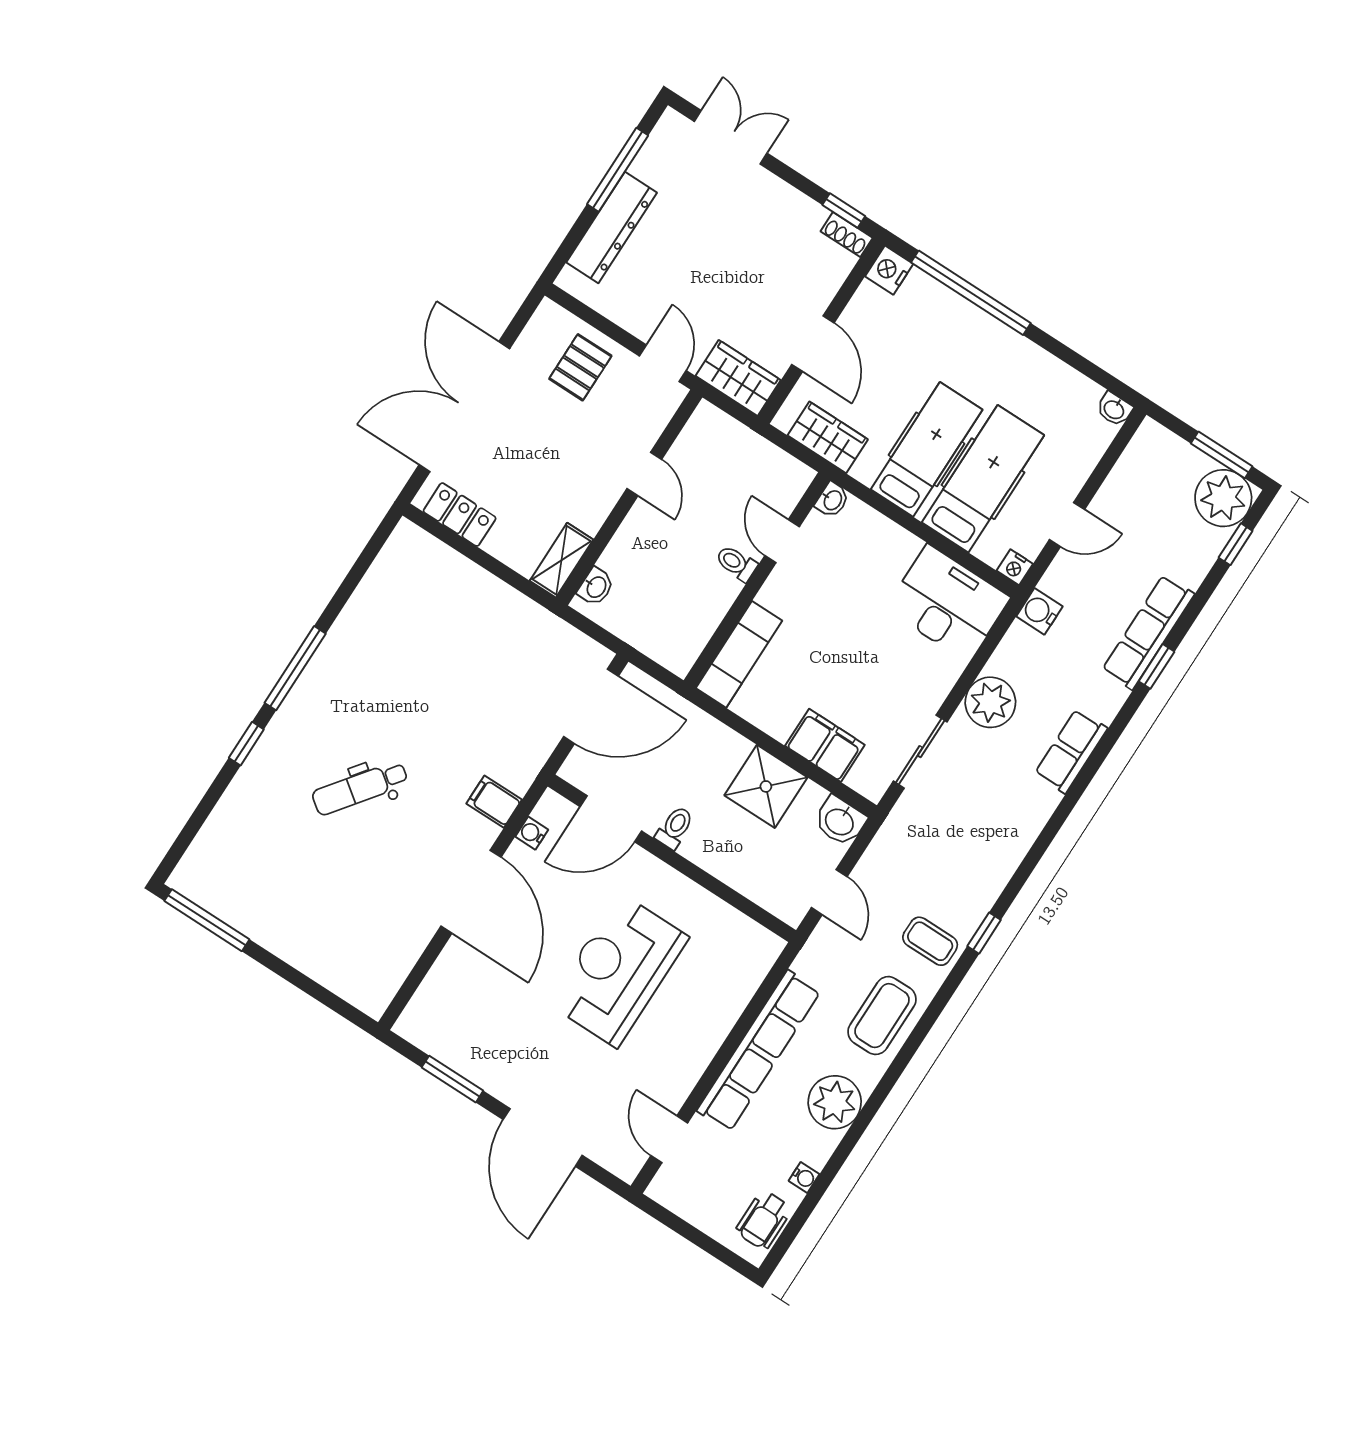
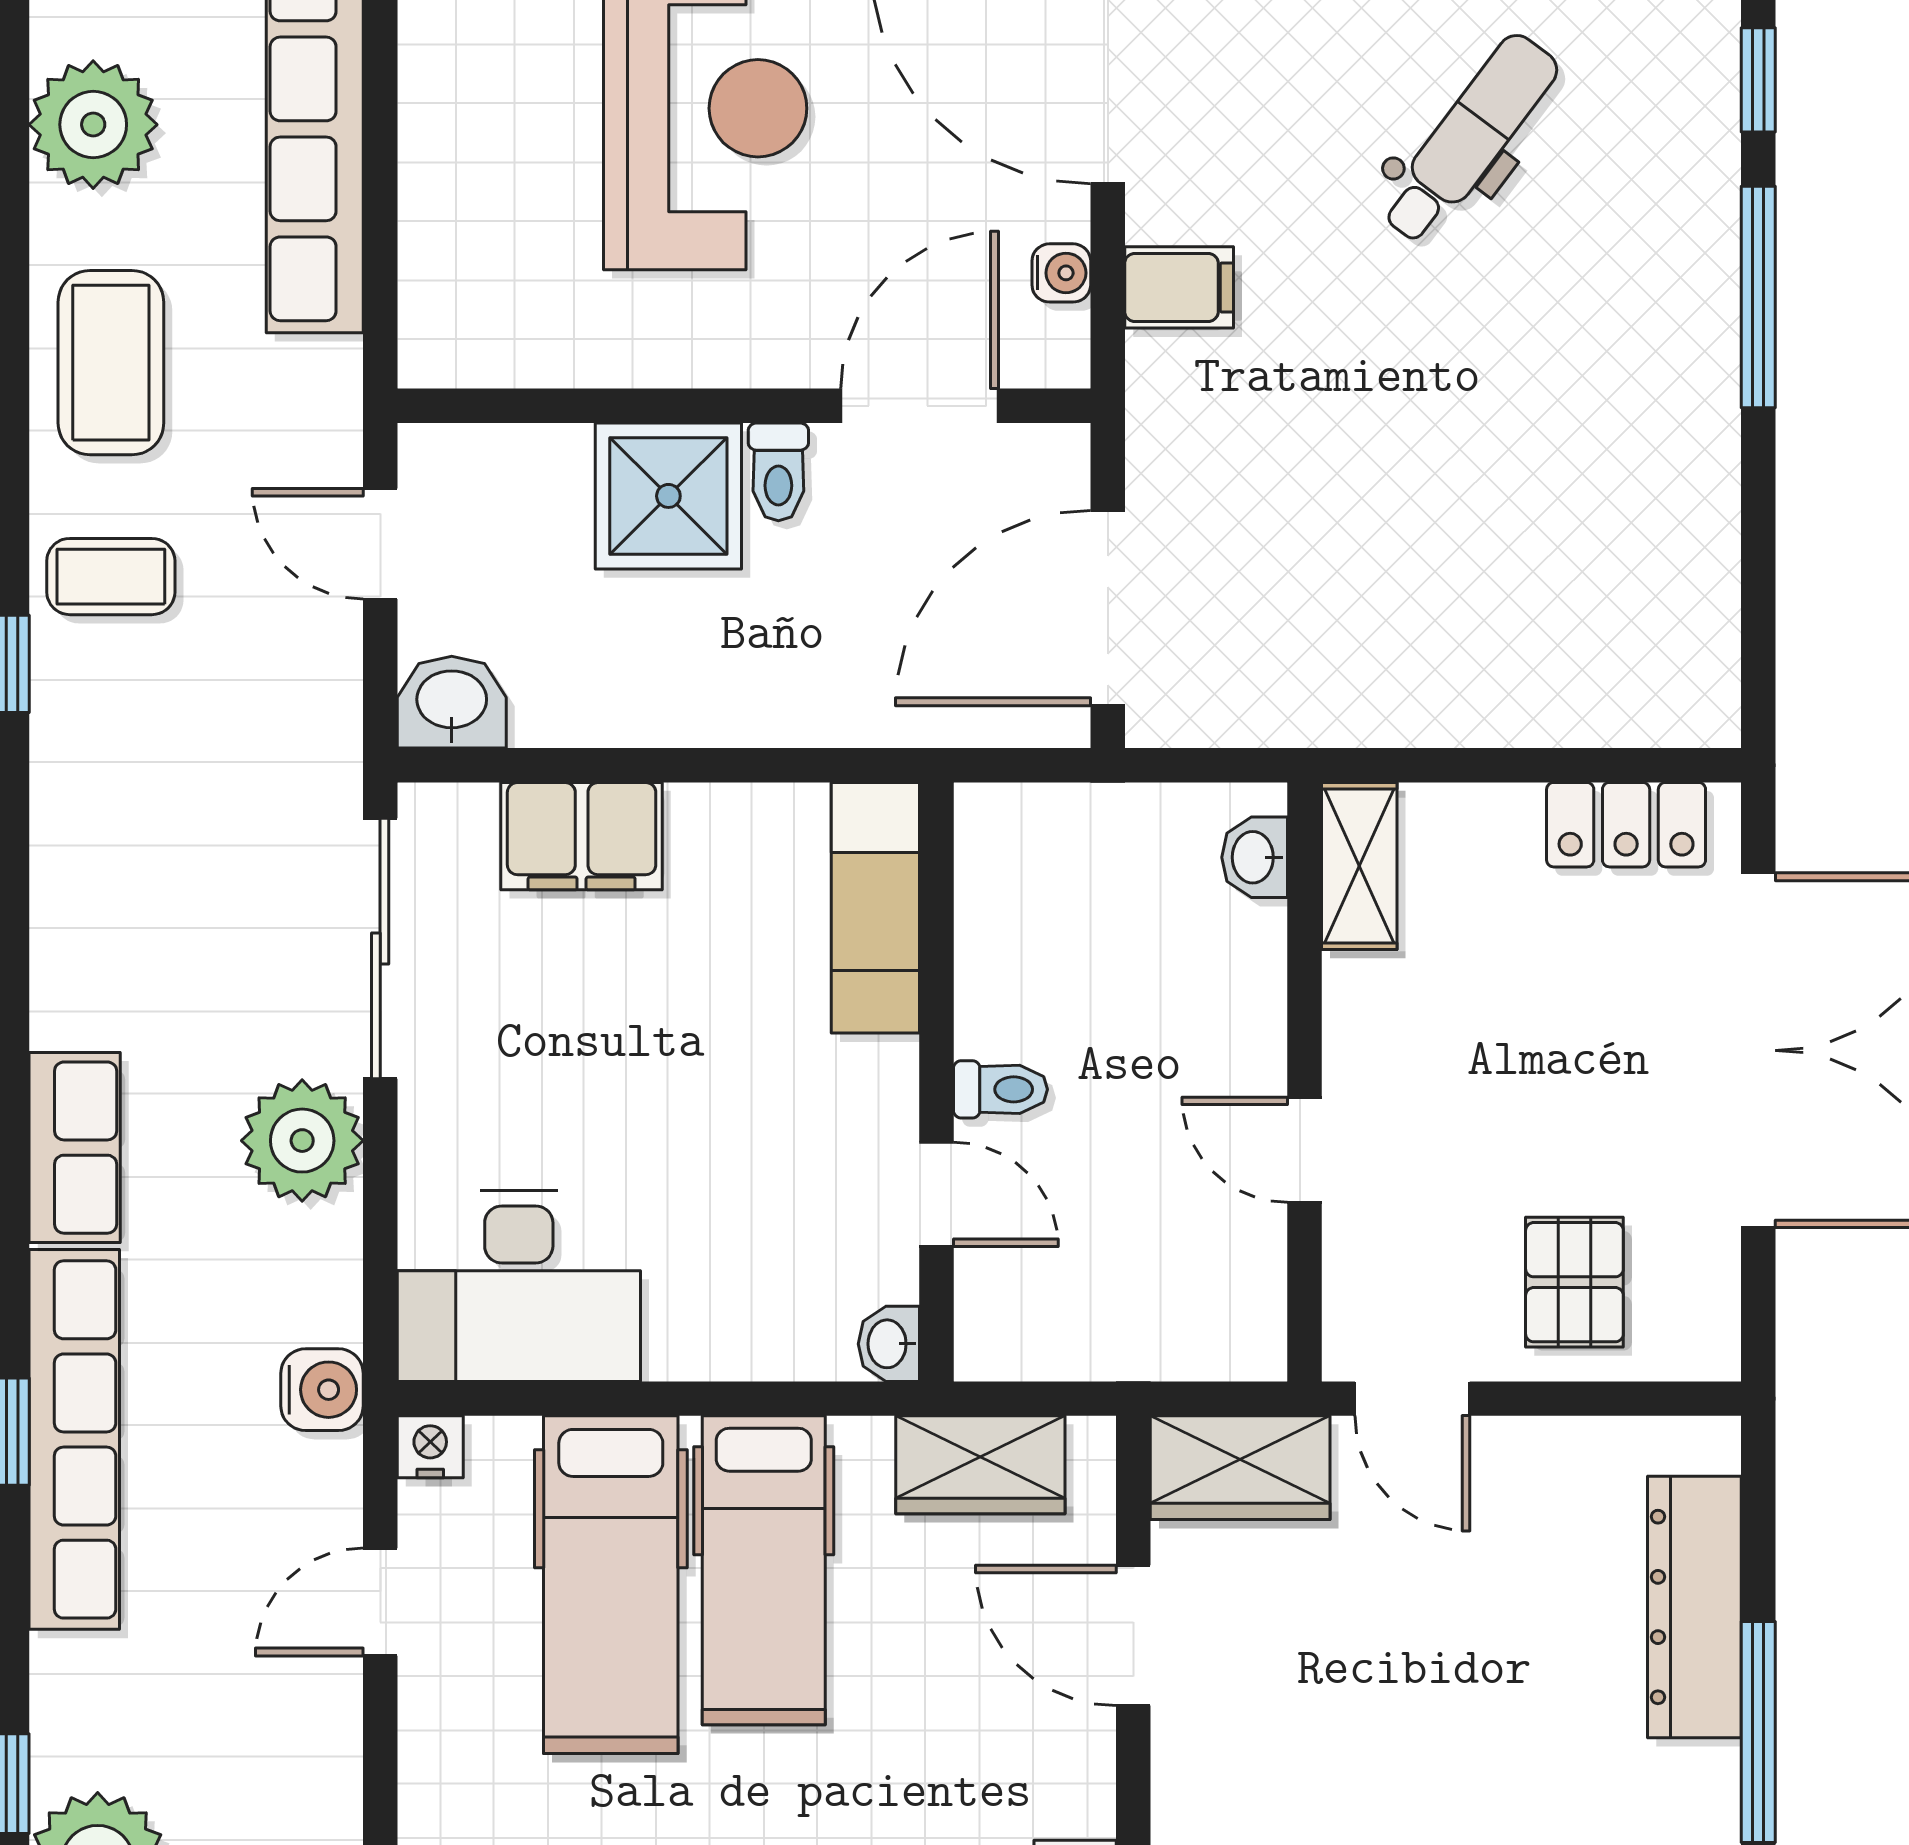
row of seats: (1148, 632) -> (74, 1439), width x1.36
sliding door: (920, 752) -> (380, 949), width x1.37
shower: (766, 786) -> (668, 496), moved

